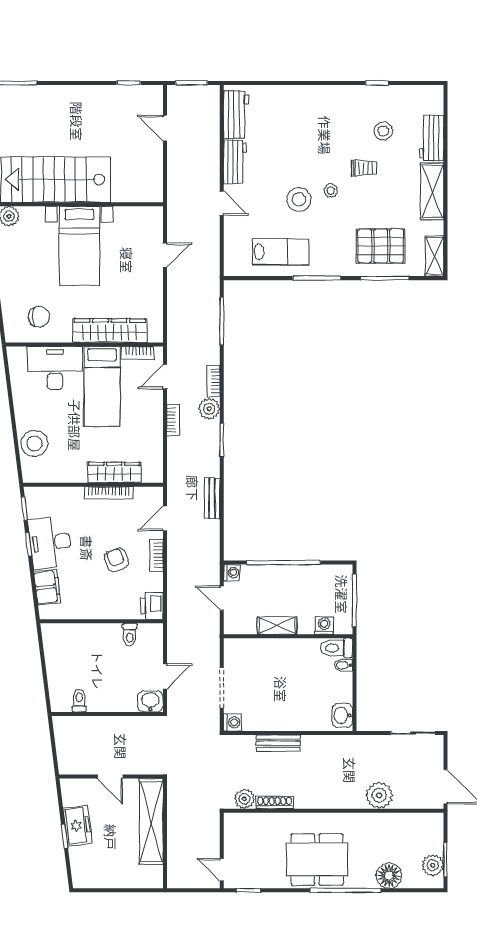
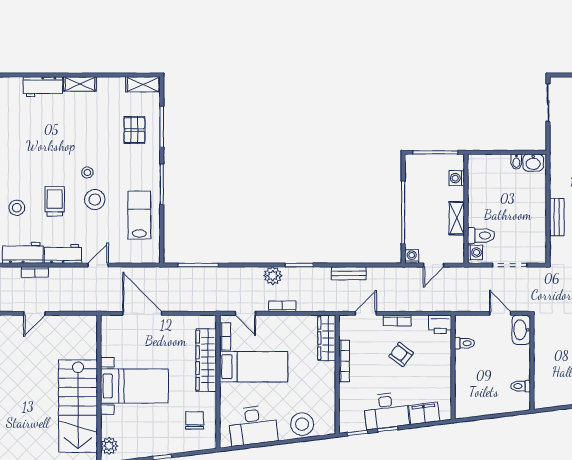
stool: (383, 131) -> (17, 208), moved
trolley: (364, 168) -> (55, 201), moved, width x1.36, depth x1.39
shelving: (432, 191) -> (80, 84), width x0.67, depth x0.75
pallet: (381, 246) -> (134, 130), width x0.67, depth x0.71
door: (165, 255) -> (142, 313), width x1.87
desk: (55, 368) -> (253, 426), moved, turned -97
bookcase: (214, 381) -> (35, 272), moved
wardrobe: (114, 472) -> (327, 338), moved
door: (165, 518) -> (366, 313), swing flipped
armchair: (116, 560) -> (401, 355), turned 59
toilet: (337, 648) -> (481, 235), moved, turned -90
bidet: (343, 665) -> (516, 162), moved
washbasin: (150, 701) -> (521, 330), width x1.38
washing machine: (232, 722) -> (475, 252), moved, turned 90

